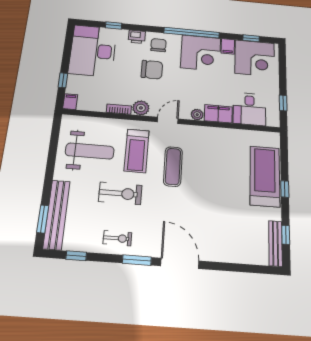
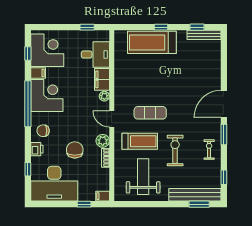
chair: (152, 70) -> (75, 150), moved

